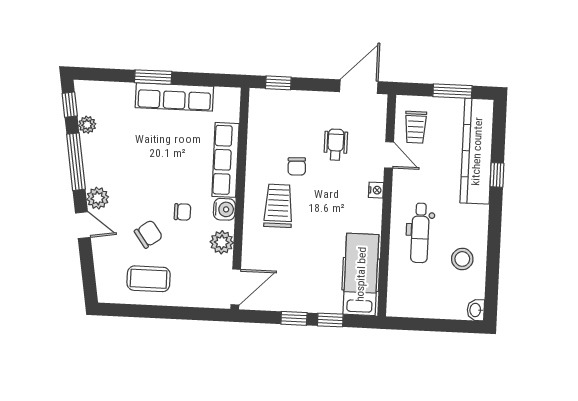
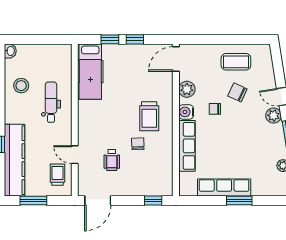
nightstand: (376, 190) -> (83, 130), removed
chair: (148, 234) -> (237, 92), turned 61

